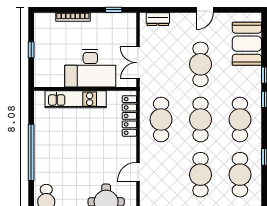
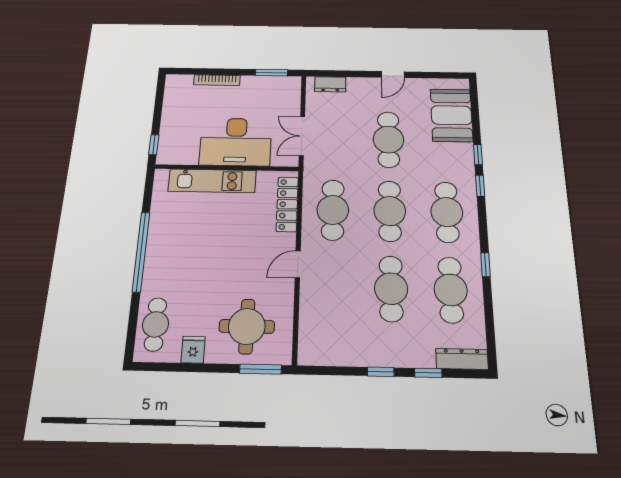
window: (114, 10) -> (272, 73), width x1.50
window: (31, 50) -> (154, 145), moved
door: (138, 172) -> (298, 264), moved

